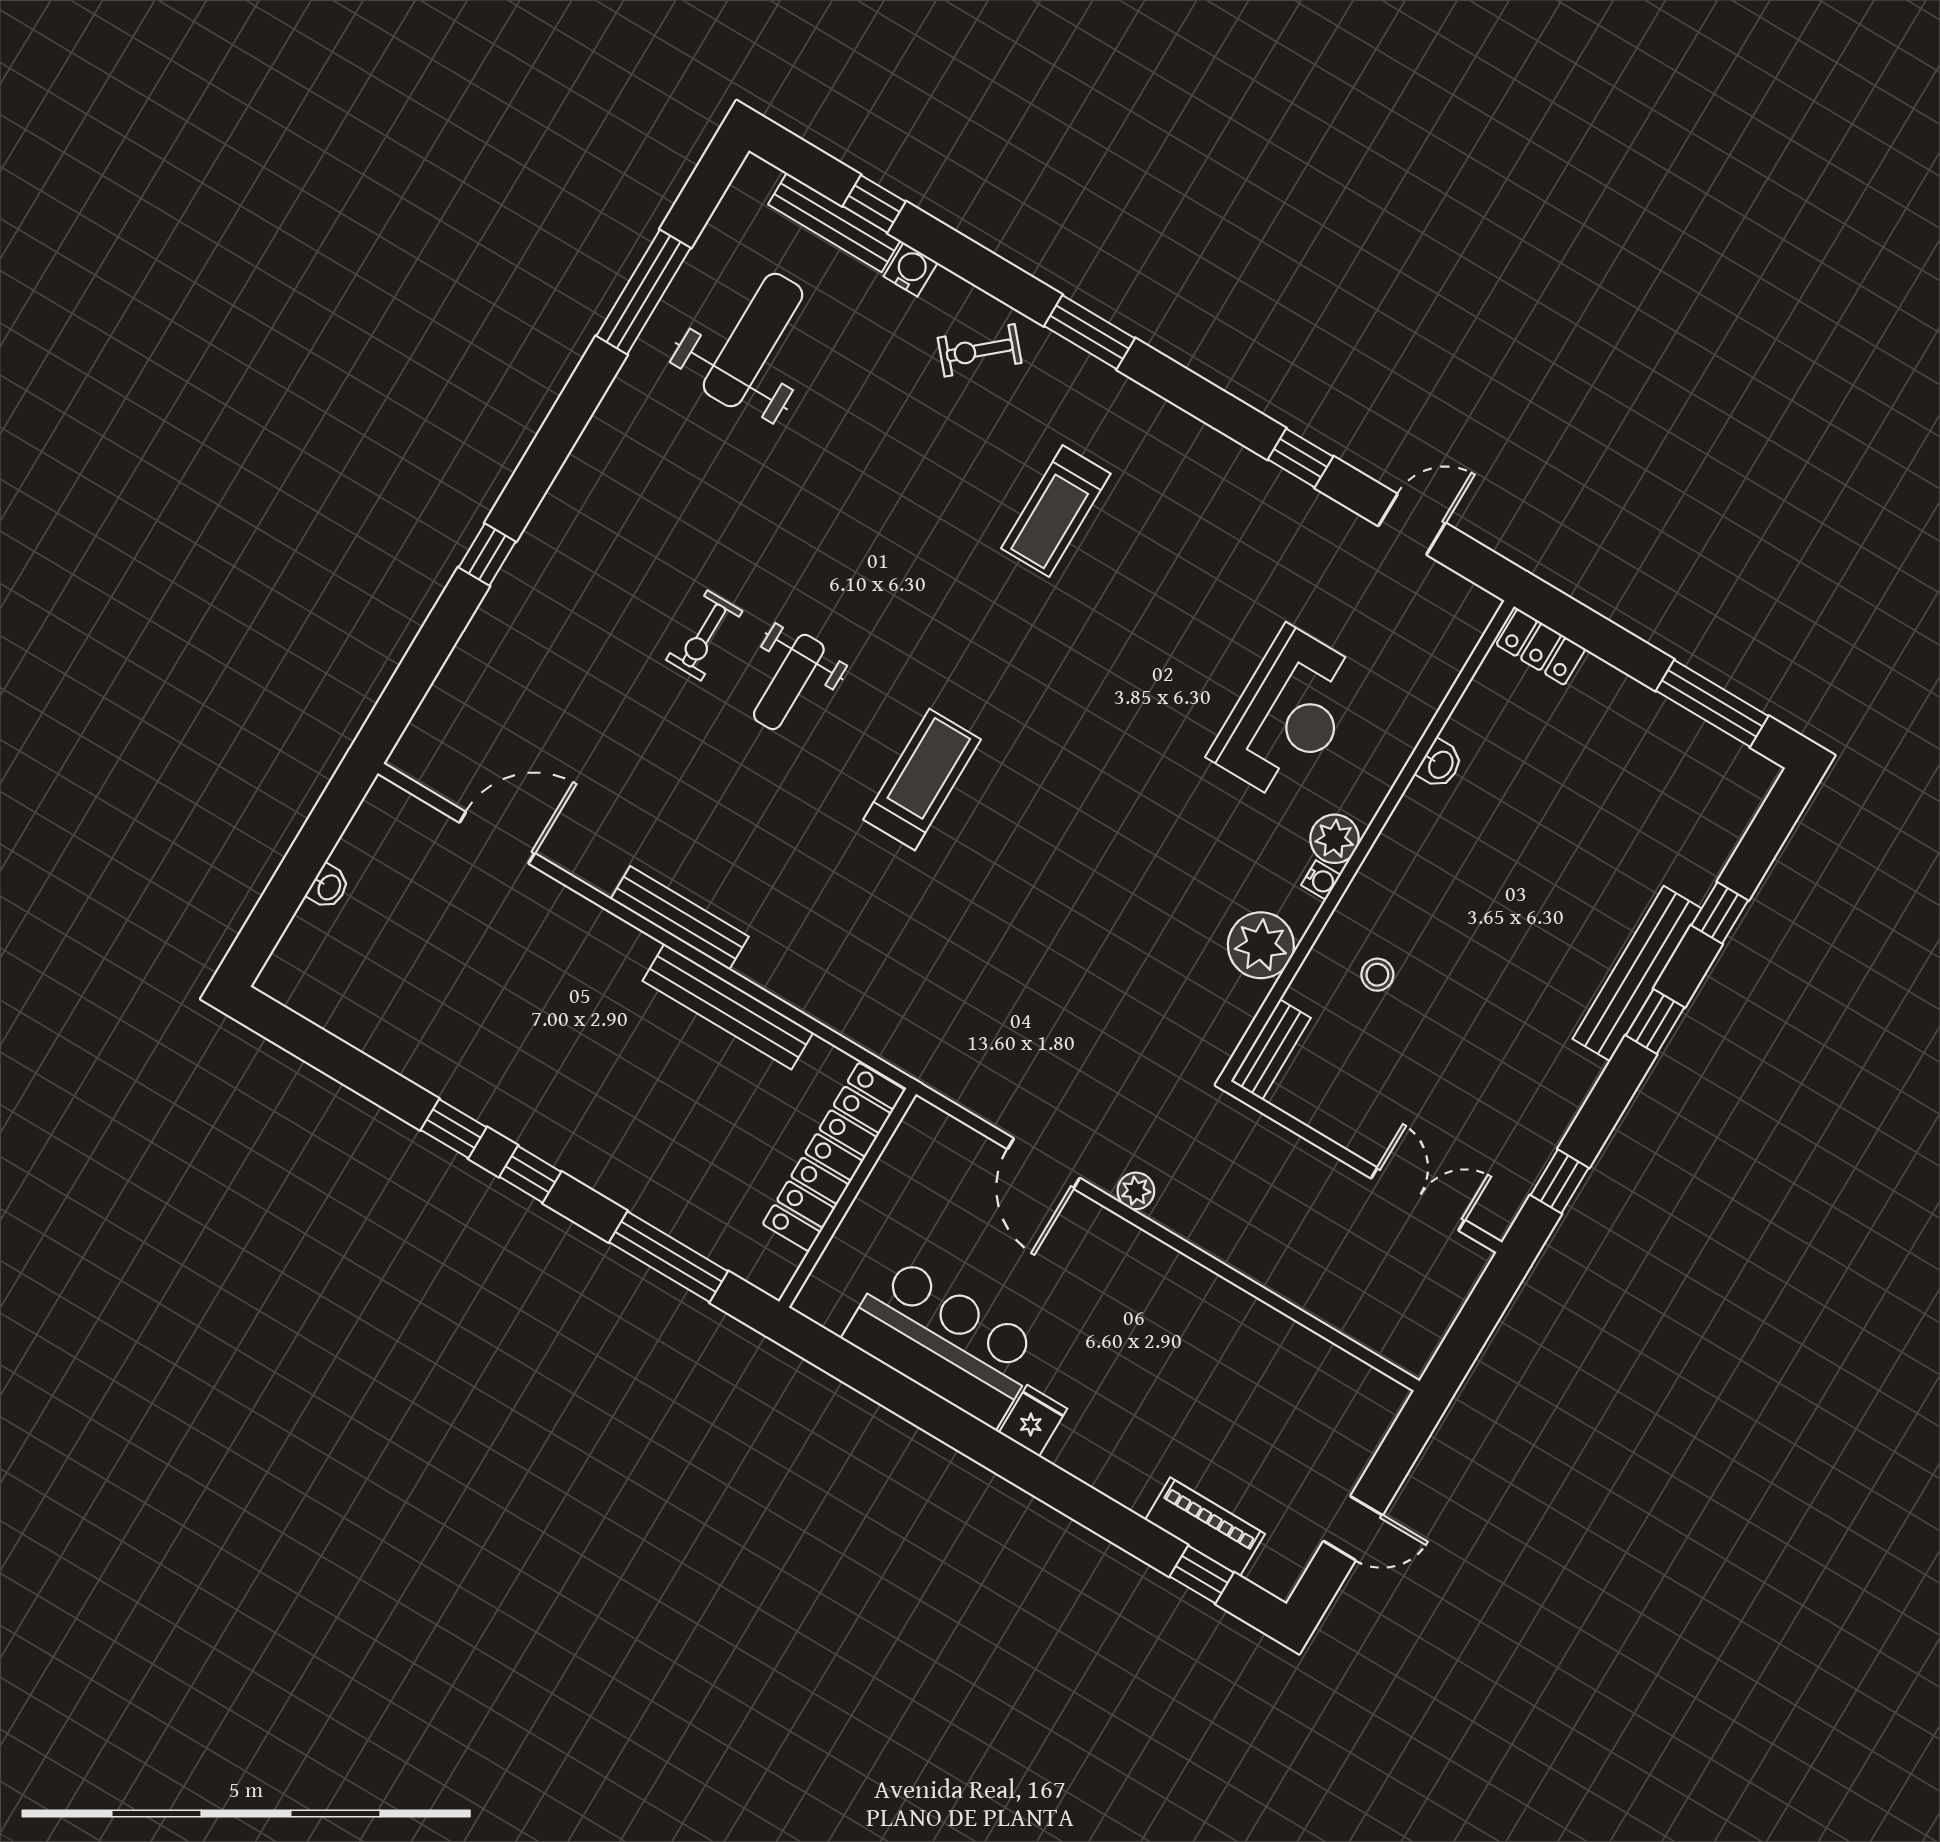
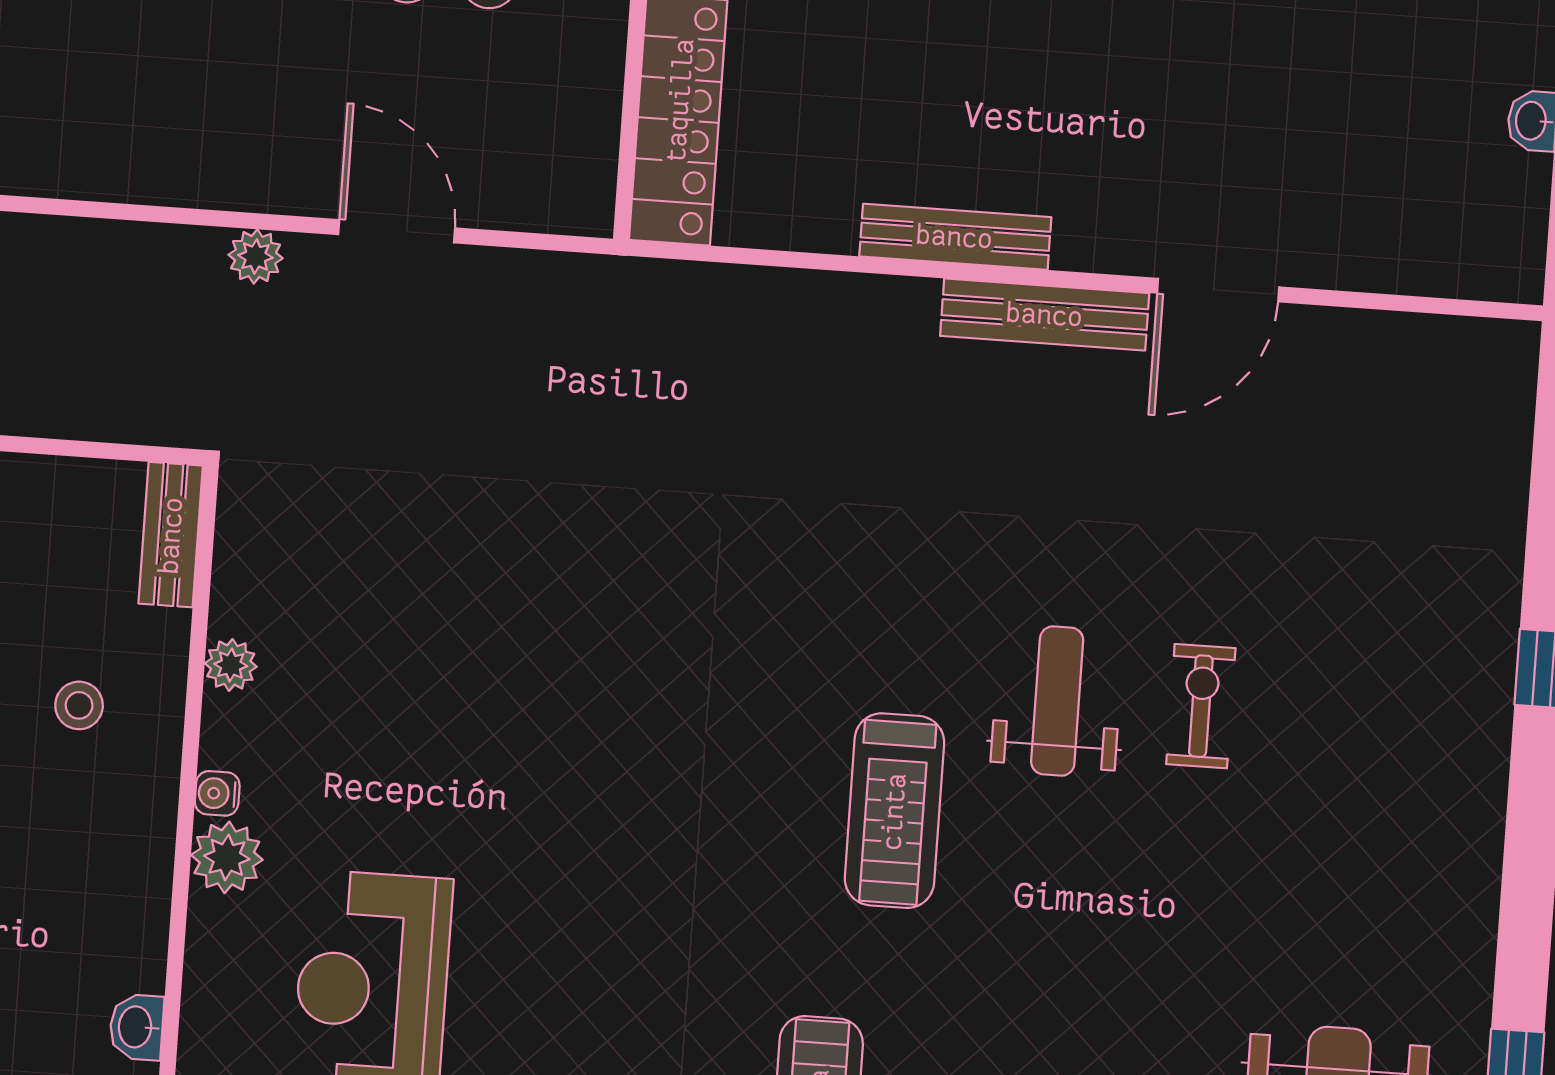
treadmill: (922, 780) -> (894, 811), moved
door: (497, 838) -> (1218, 290), moved
plant: (1261, 945) -> (231, 665), width x0.53, depth x0.53
bench: (728, 1007) -> (955, 237), width x0.73, depth x0.82

